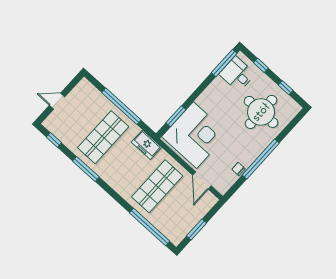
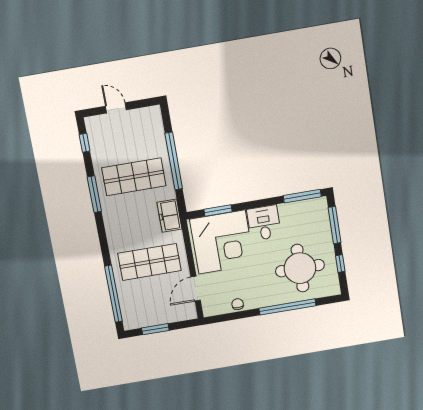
window: (261, 65) -> (335, 225), width x2.17
desk: (237, 74) -> (264, 223), moved
window: (261, 159) -> (287, 307), moved

